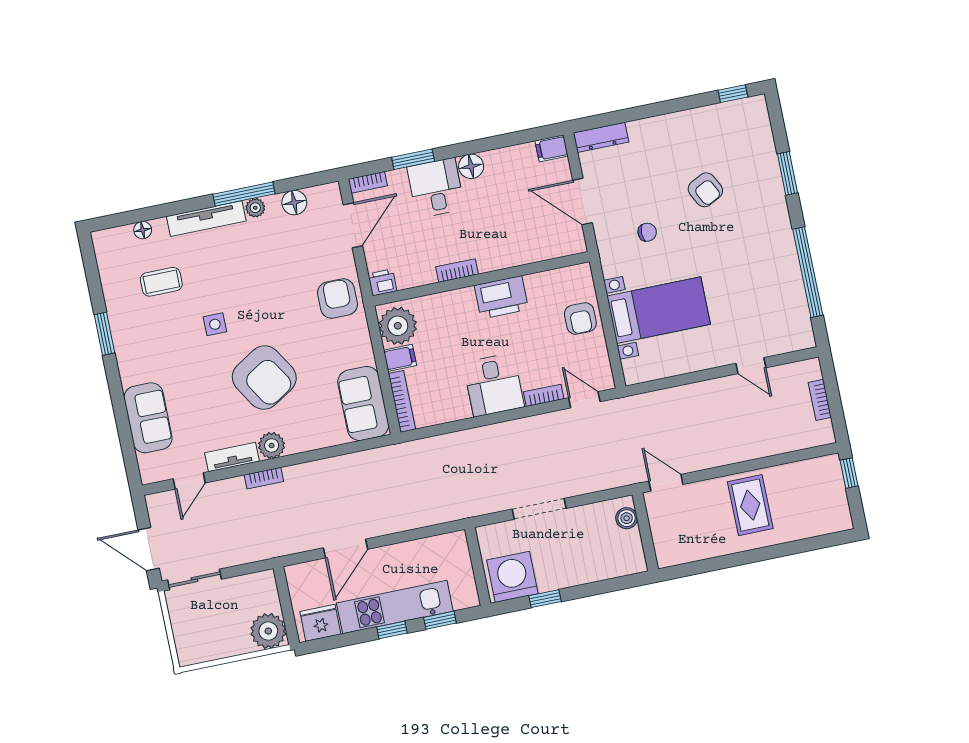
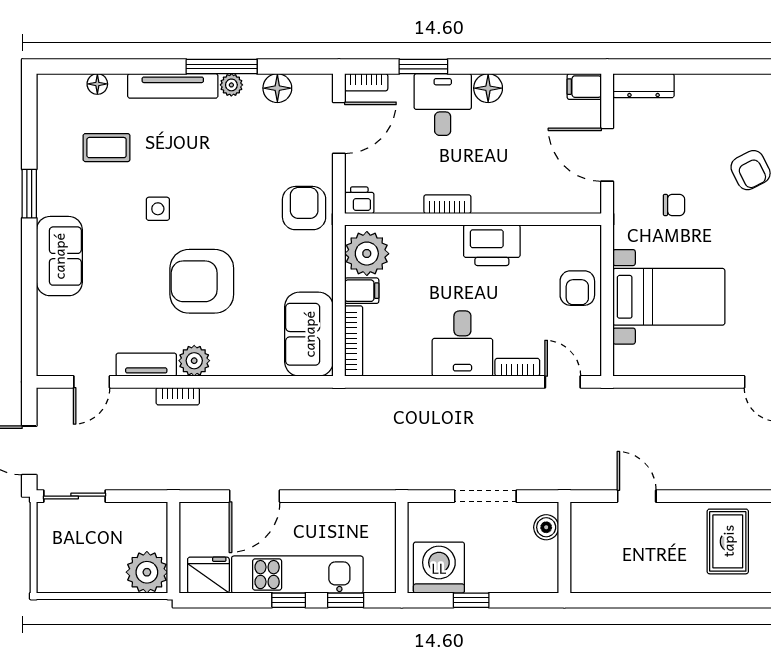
armchair: (264, 378) -> (202, 281), turned 122
sofa: (148, 418) -> (59, 256), moved
boiler: (627, 518) -> (546, 527), moved
wall: (645, 532) -> (564, 547), moved

